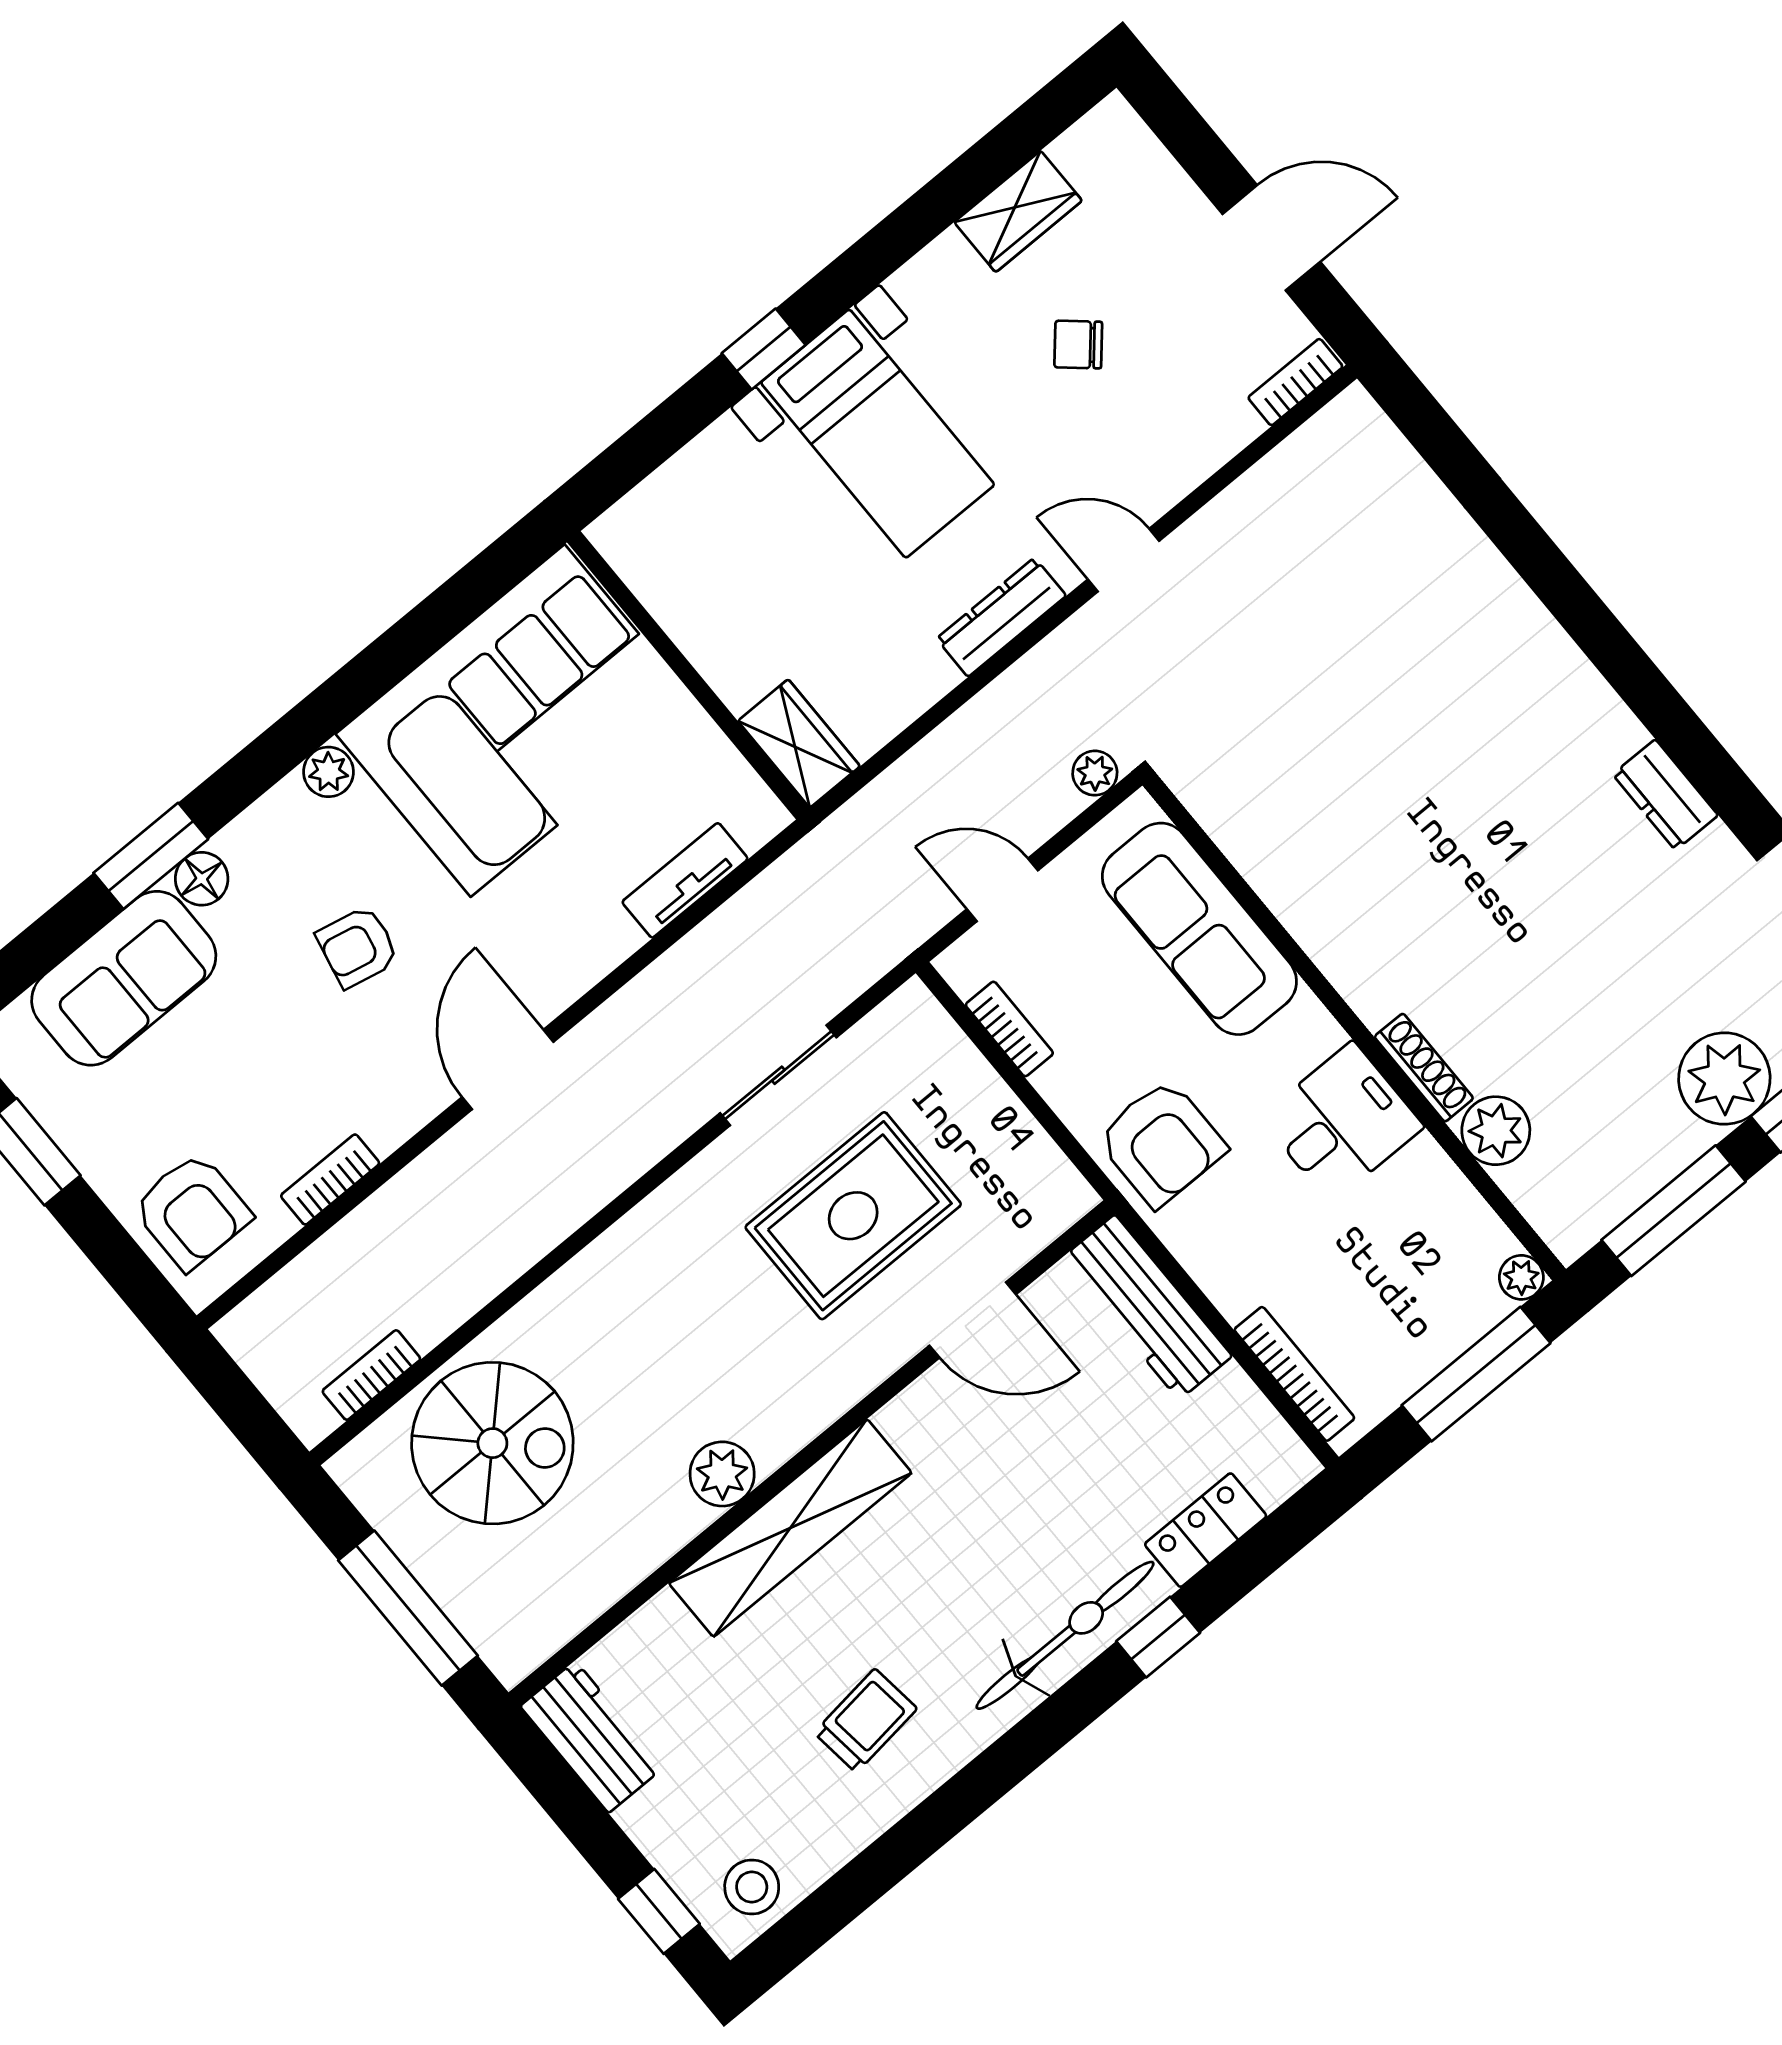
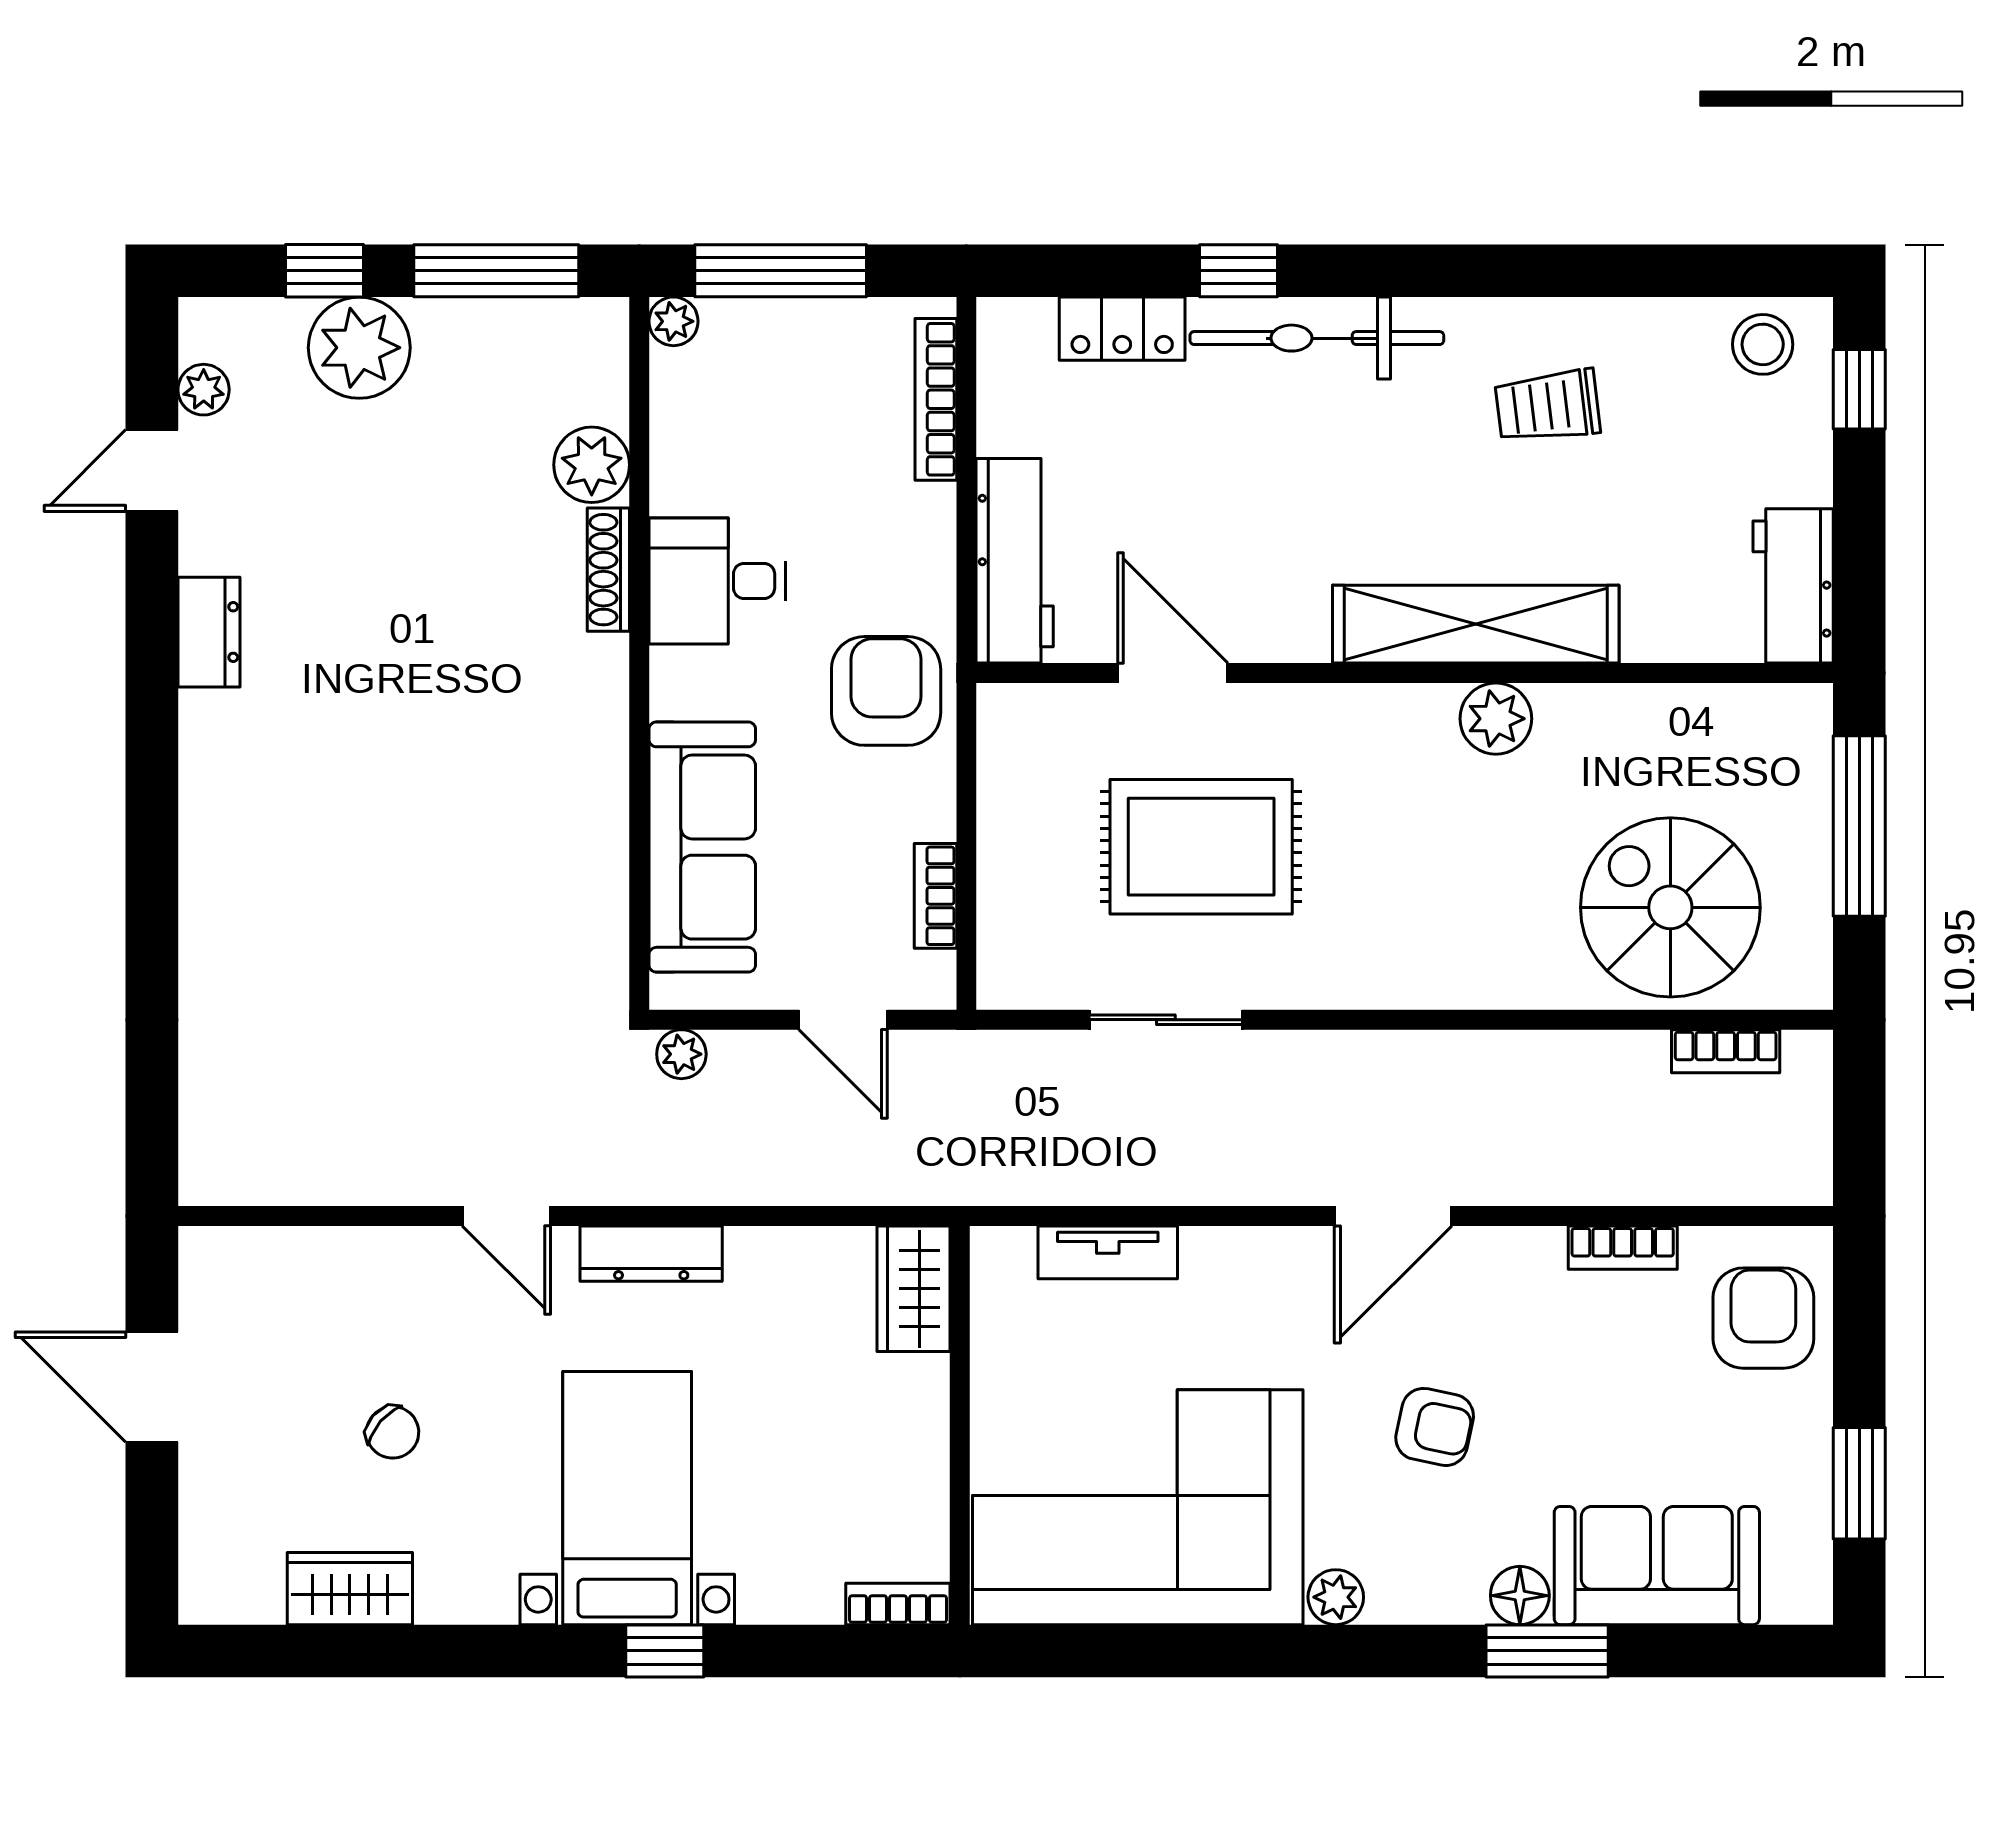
bookcase: (1295, 382) -> (898, 1604), moved, turned 180

